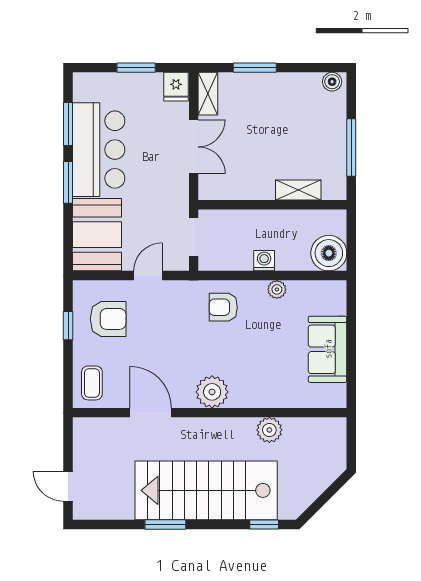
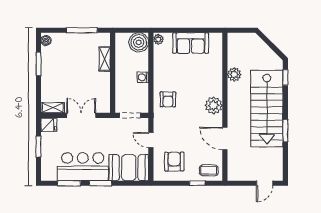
window: (255, 68) -> (39, 64), moved
plant: (277, 289) -> (158, 39), moved
window: (68, 326) -> (197, 183), moved
door: (151, 413) -> (225, 139), hinge flipped

